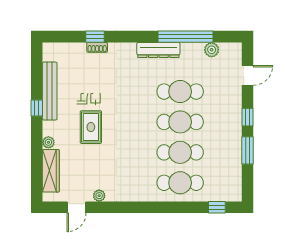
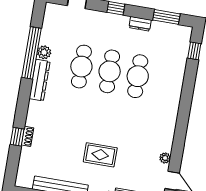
plant: (212, 50) -> (44, 52), moved
dresser: (236, 145) -> (140, 24), added
window: (247, 150) -> (166, 17), moved
cafe table: (180, 183) -> (166, 81), removed

